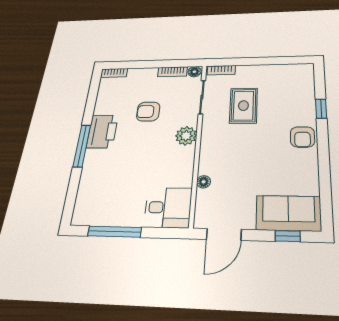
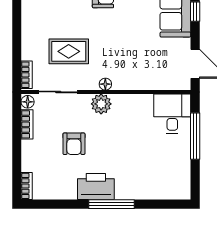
floor lamp: (204, 182) -> (105, 84), moved
window: (114, 232) -> (195, 136), moved

